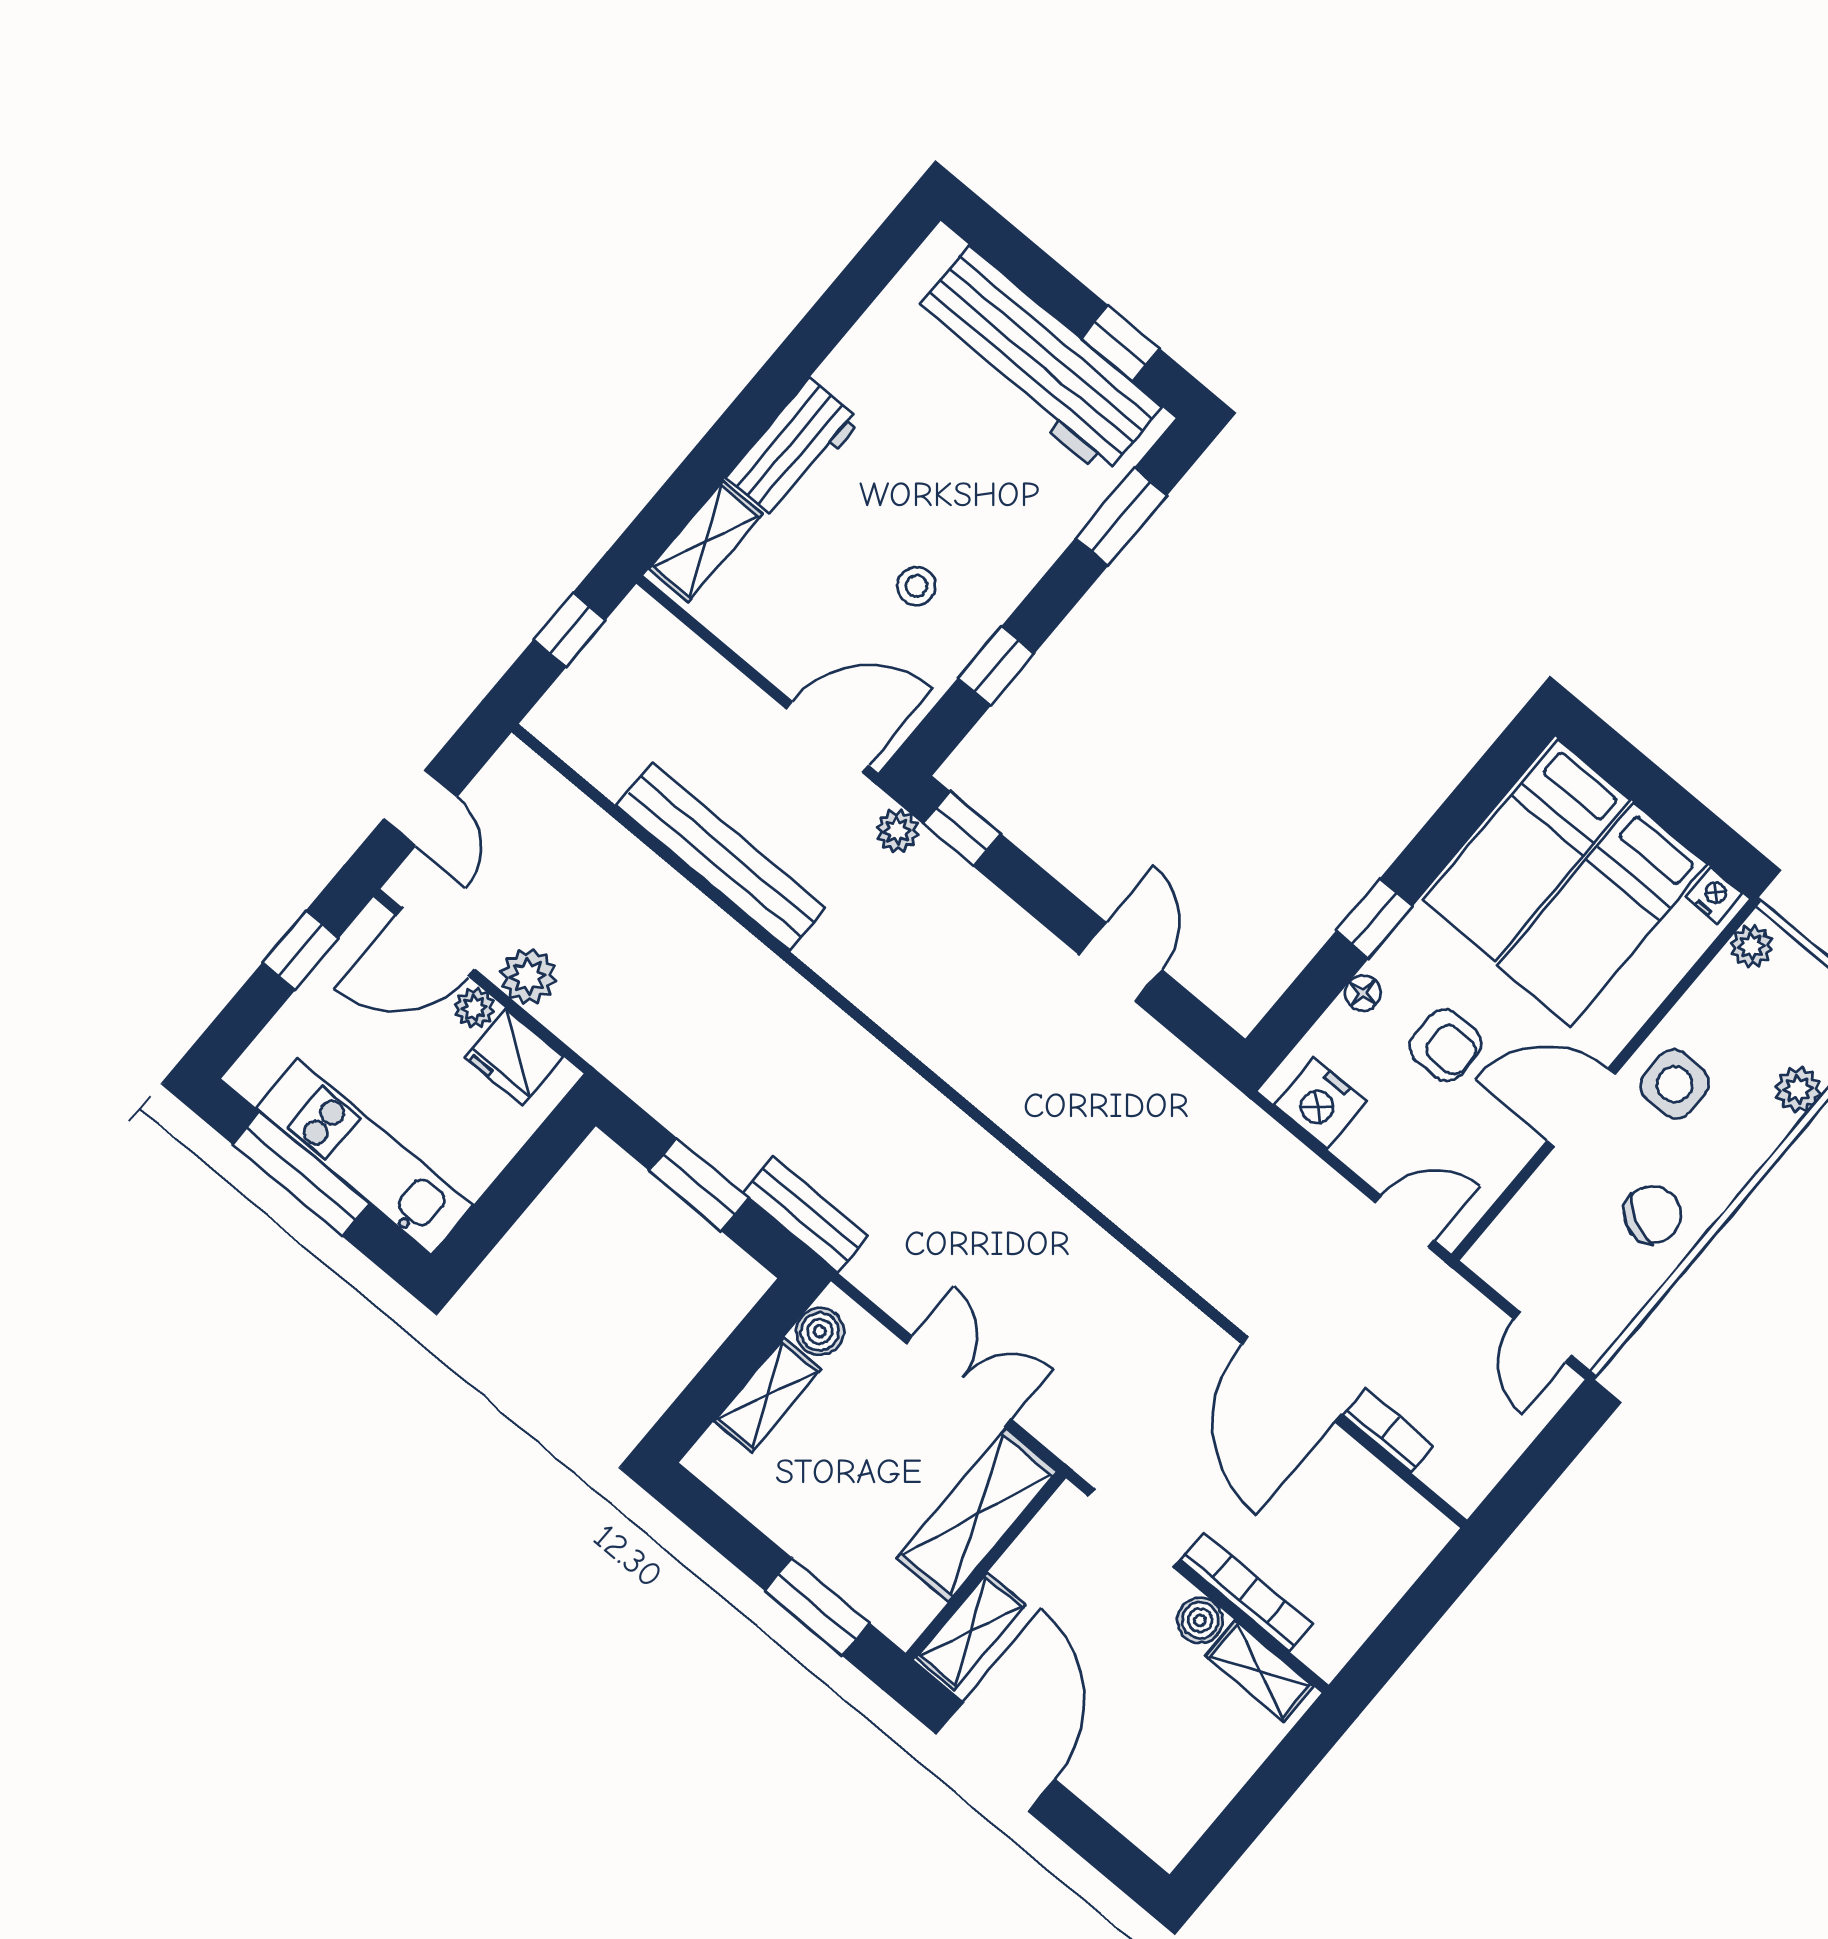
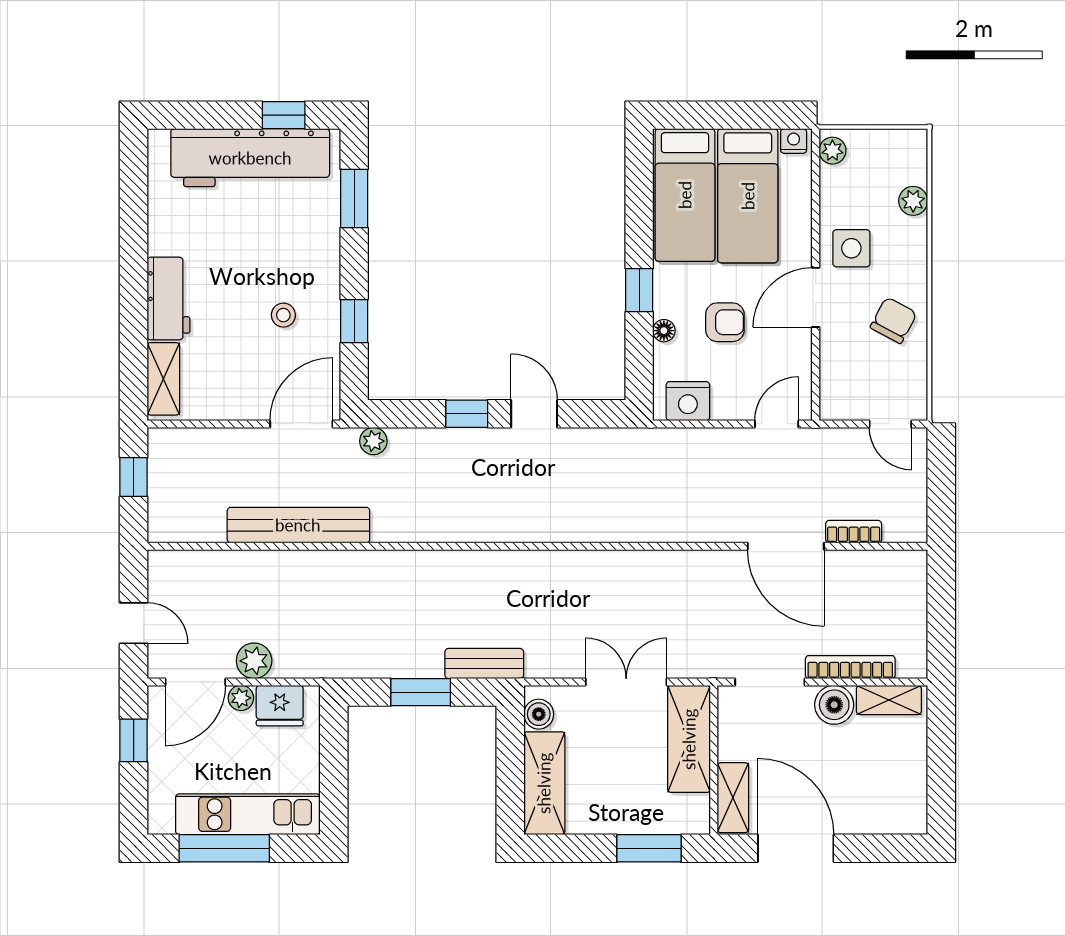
window: (962, 829) -> (467, 414), moved
shelving: (767, 1395) -> (544, 783), width x1.50, depth x1.33
boiler: (1200, 1620) -> (834, 705), width x1.36, depth x1.36

